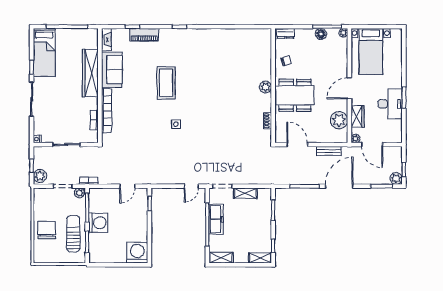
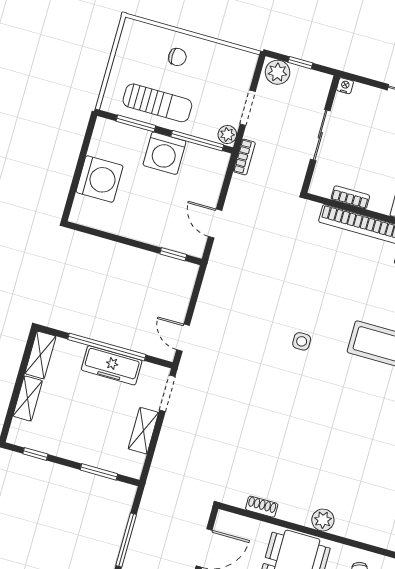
chair: (47, 230) -> (177, 57), width x0.54, depth x0.54
washing machine: (137, 253) -> (100, 179), moved
shelving: (260, 258) -> (28, 398), moved

